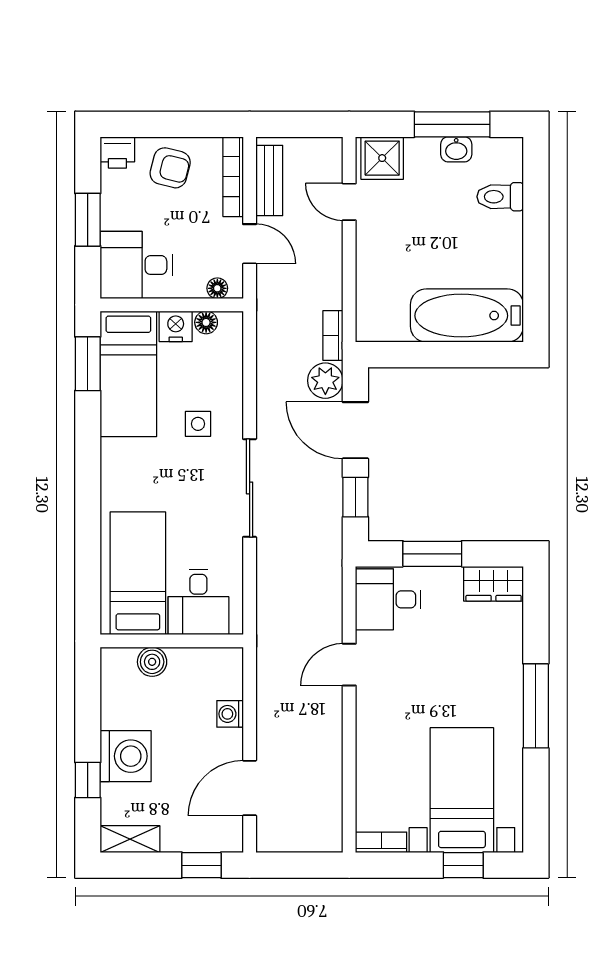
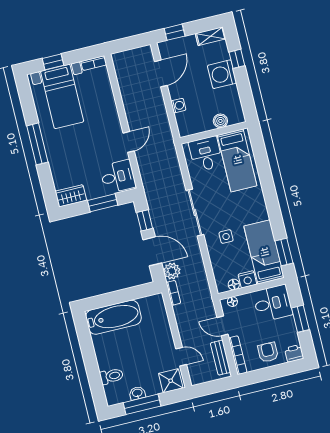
armchair: (170, 168) -> (268, 352), turned 76

